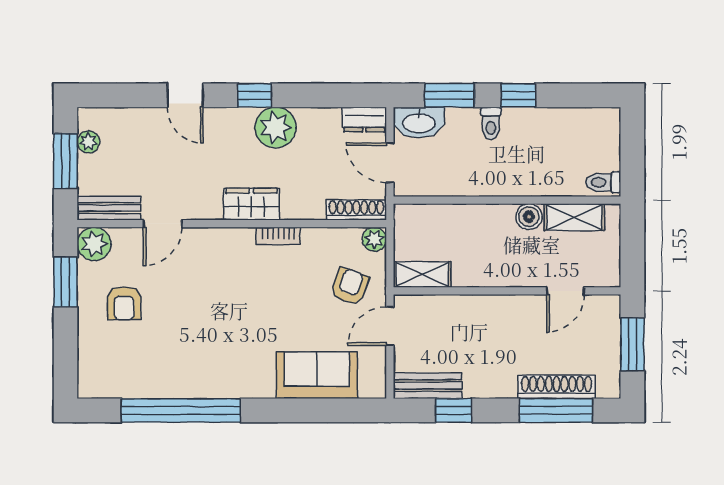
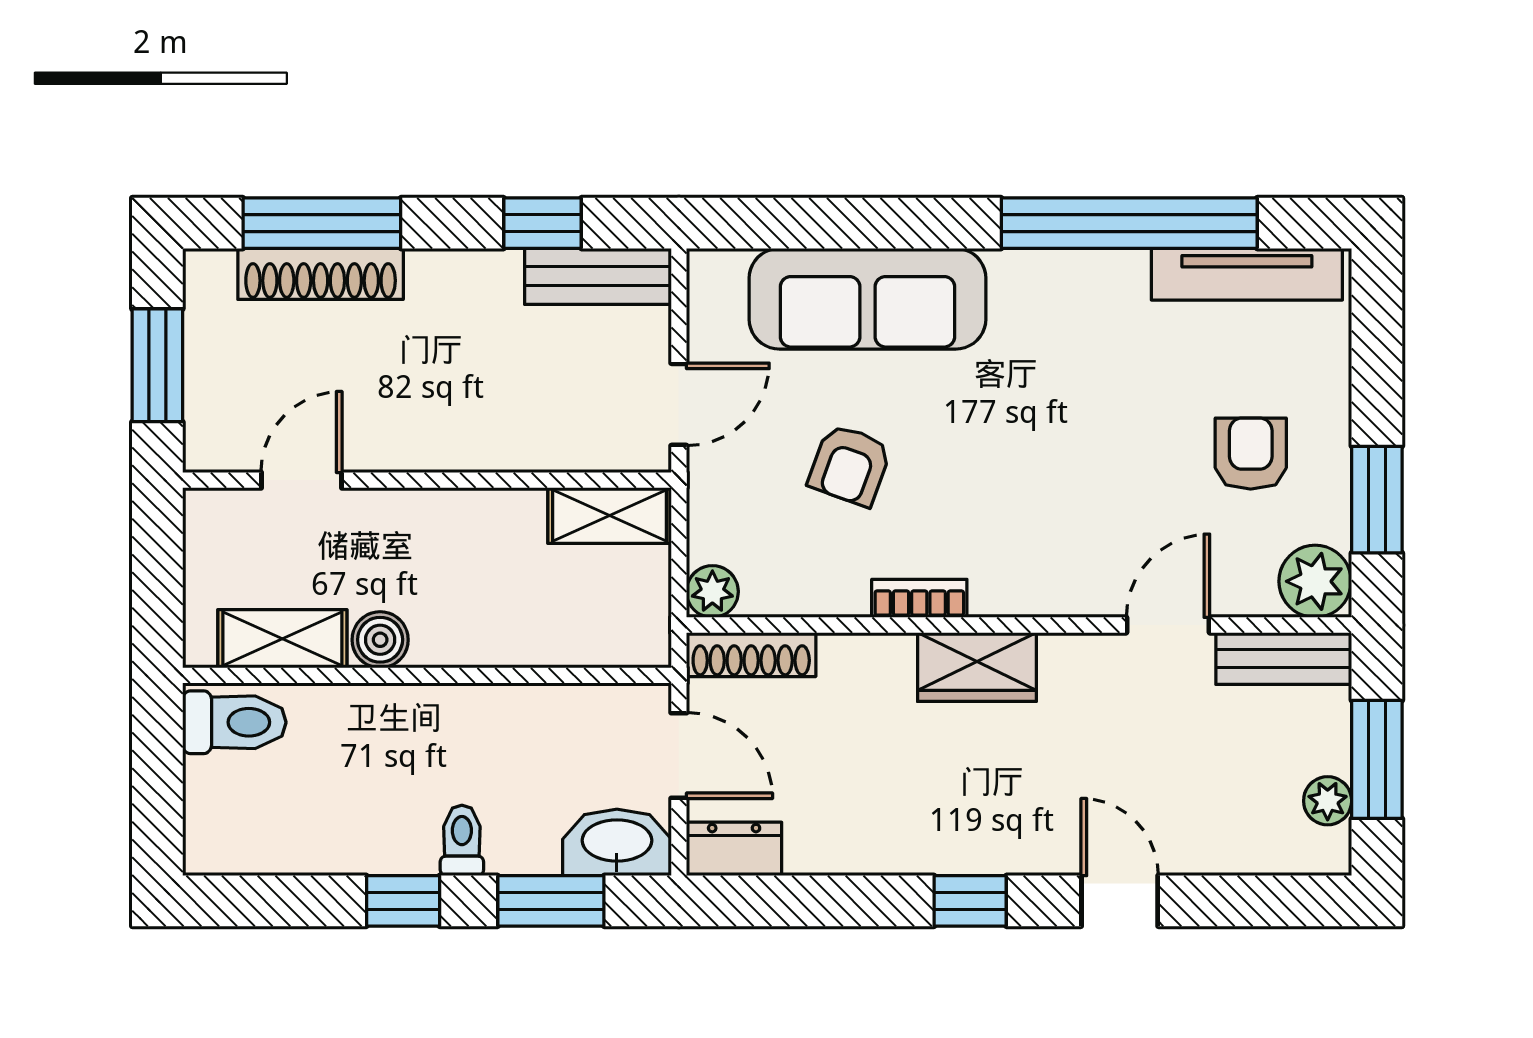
plant: (276, 127) -> (925, 832), removed
toilet: (603, 182) -> (234, 722), width x1.37, depth x1.39
armchair: (350, 286) -> (850, 465), moved
sofa: (317, 375) -> (868, 299), width x1.36
tv unit: (126, 387) -> (1247, 274), added

